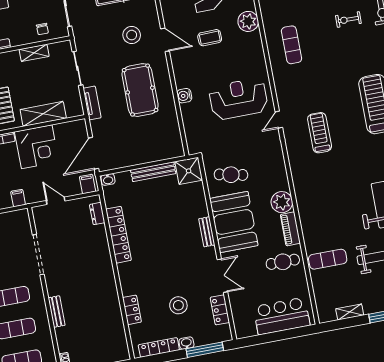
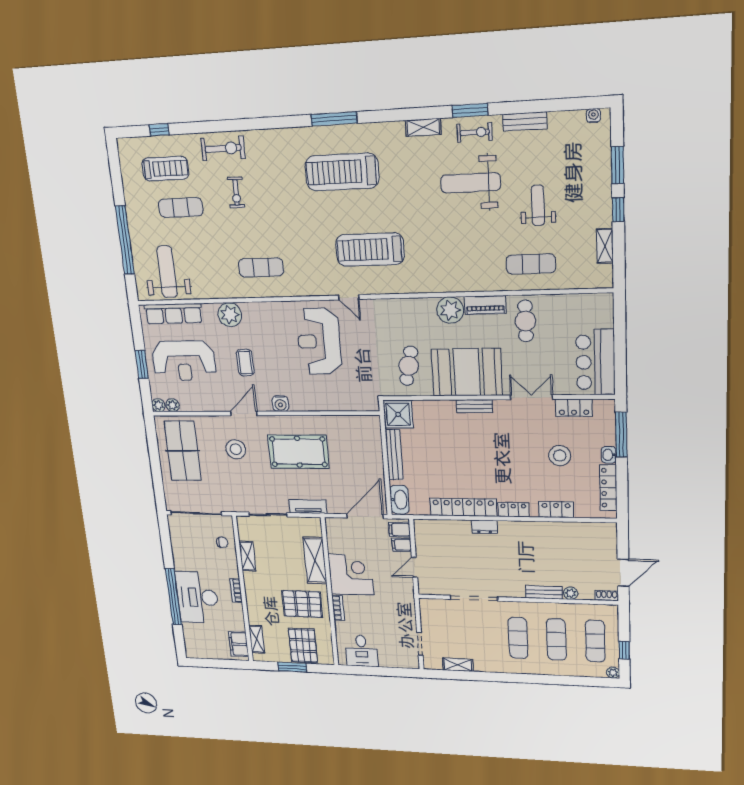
water cooler: (184, 96) -> (280, 404), moved
treadmill: (320, 133) -> (370, 250), width x1.37, depth x1.38
door: (93, 153) -> (365, 516), swing flipped
washbasin: (108, 180) -> (399, 500), width x1.91, depth x1.45
filing cabinet: (18, 198) -> (402, 545), moved
dresser: (97, 214) -> (484, 527), moved
exercise mat: (328, 259) -> (531, 264), turned 90
locker: (125, 276) -> (513, 510), added
bar counter: (282, 316) -> (595, 362), moved
plant: (61, 333) -> (571, 593), added

